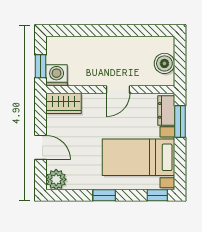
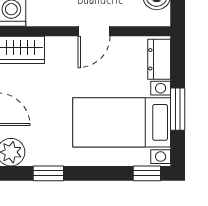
window: (180, 121) -> (178, 109), moved
window: (104, 195) -> (48, 173), moved

